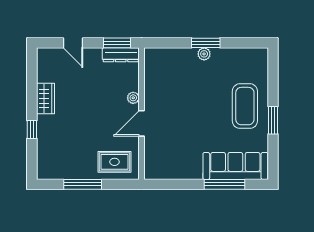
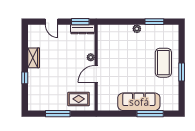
window: (206, 43) -> (154, 22), moved
sofa: (235, 166) -> (139, 102), moved

